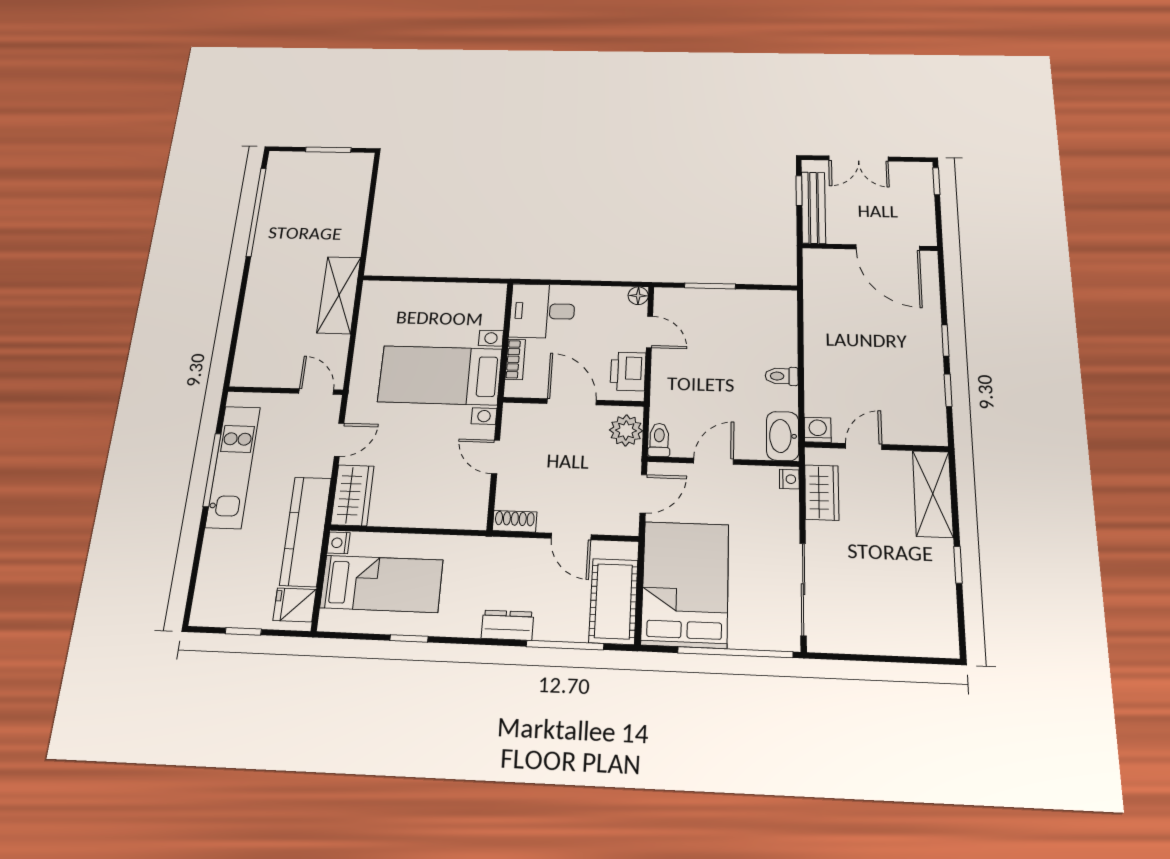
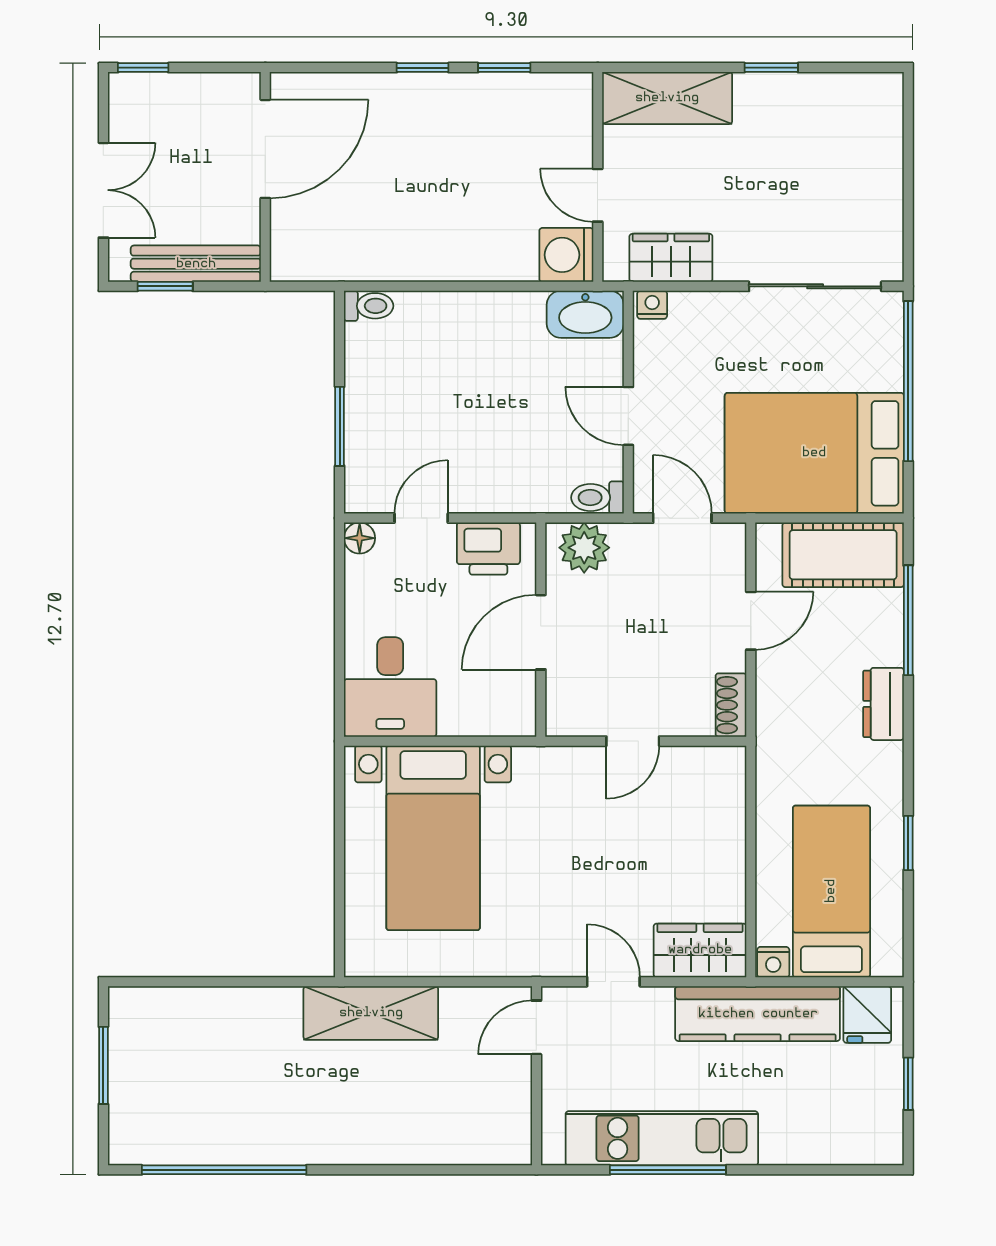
bookcase: (515, 359) -> (473, 723), removed
bed with nightstands: (440, 375) -> (433, 838), moved
toilet: (782, 376) -> (369, 306), moved, turned -90
washing machine: (818, 430) -> (566, 255), width x1.38, depth x1.38

